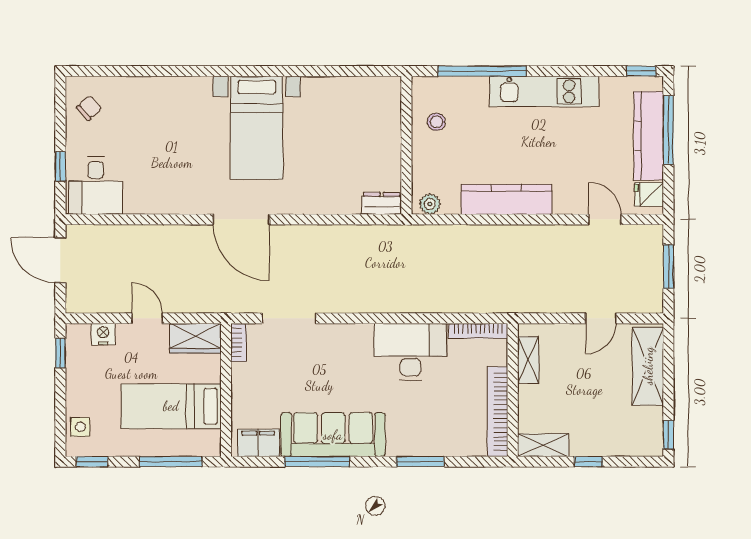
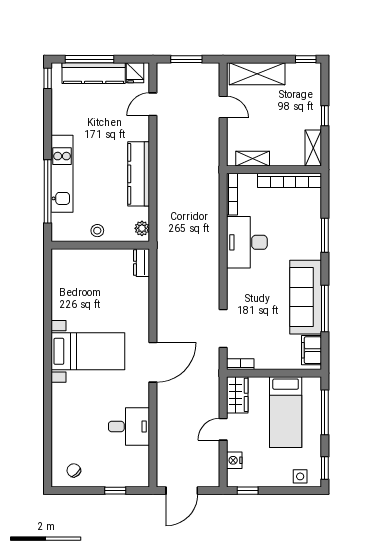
kitchen unit: (544, 91) -> (62, 174), moved
stool: (436, 122) -> (97, 231), moved
desk: (96, 186) -> (129, 426), moved

